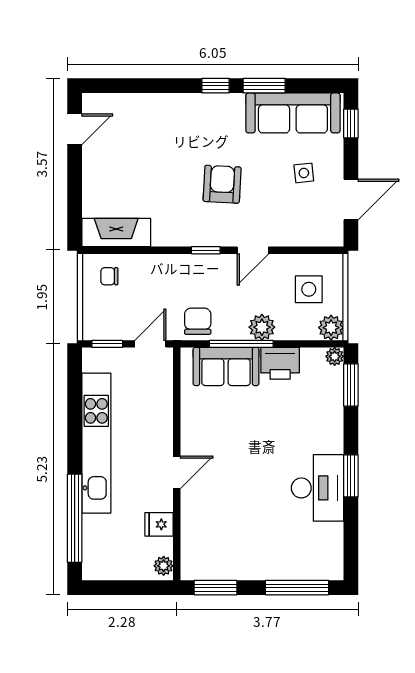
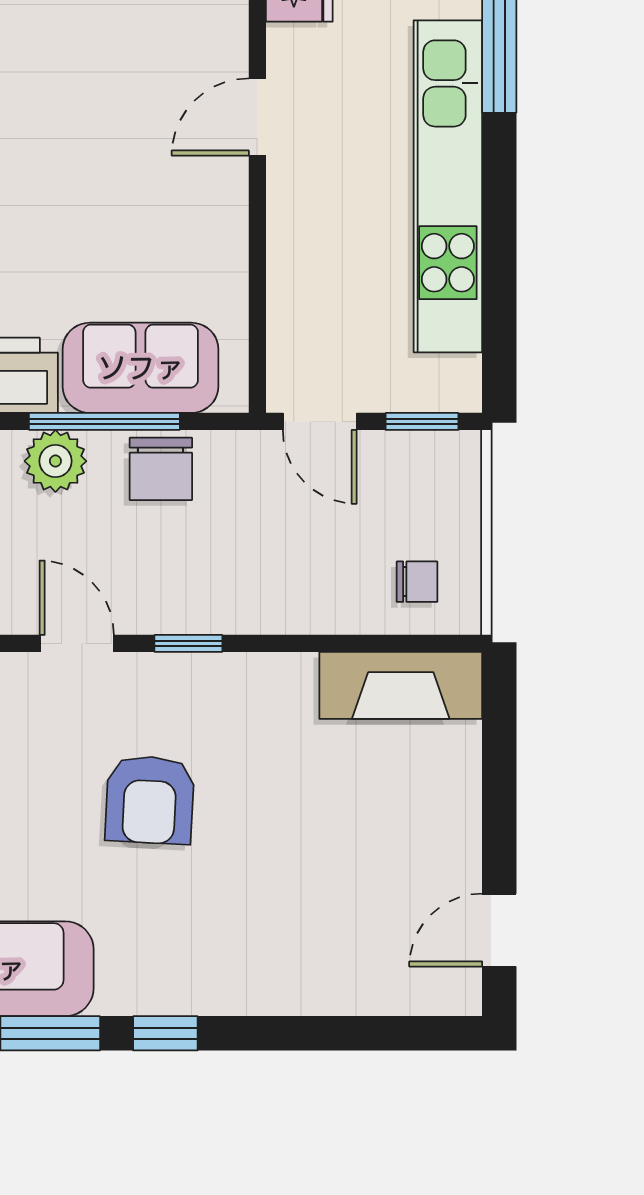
door: (253, 250) -> (77, 643), hinge flipped
chair: (198, 321) -> (161, 469), moved
door: (150, 344) -> (320, 421), hinge flipped

